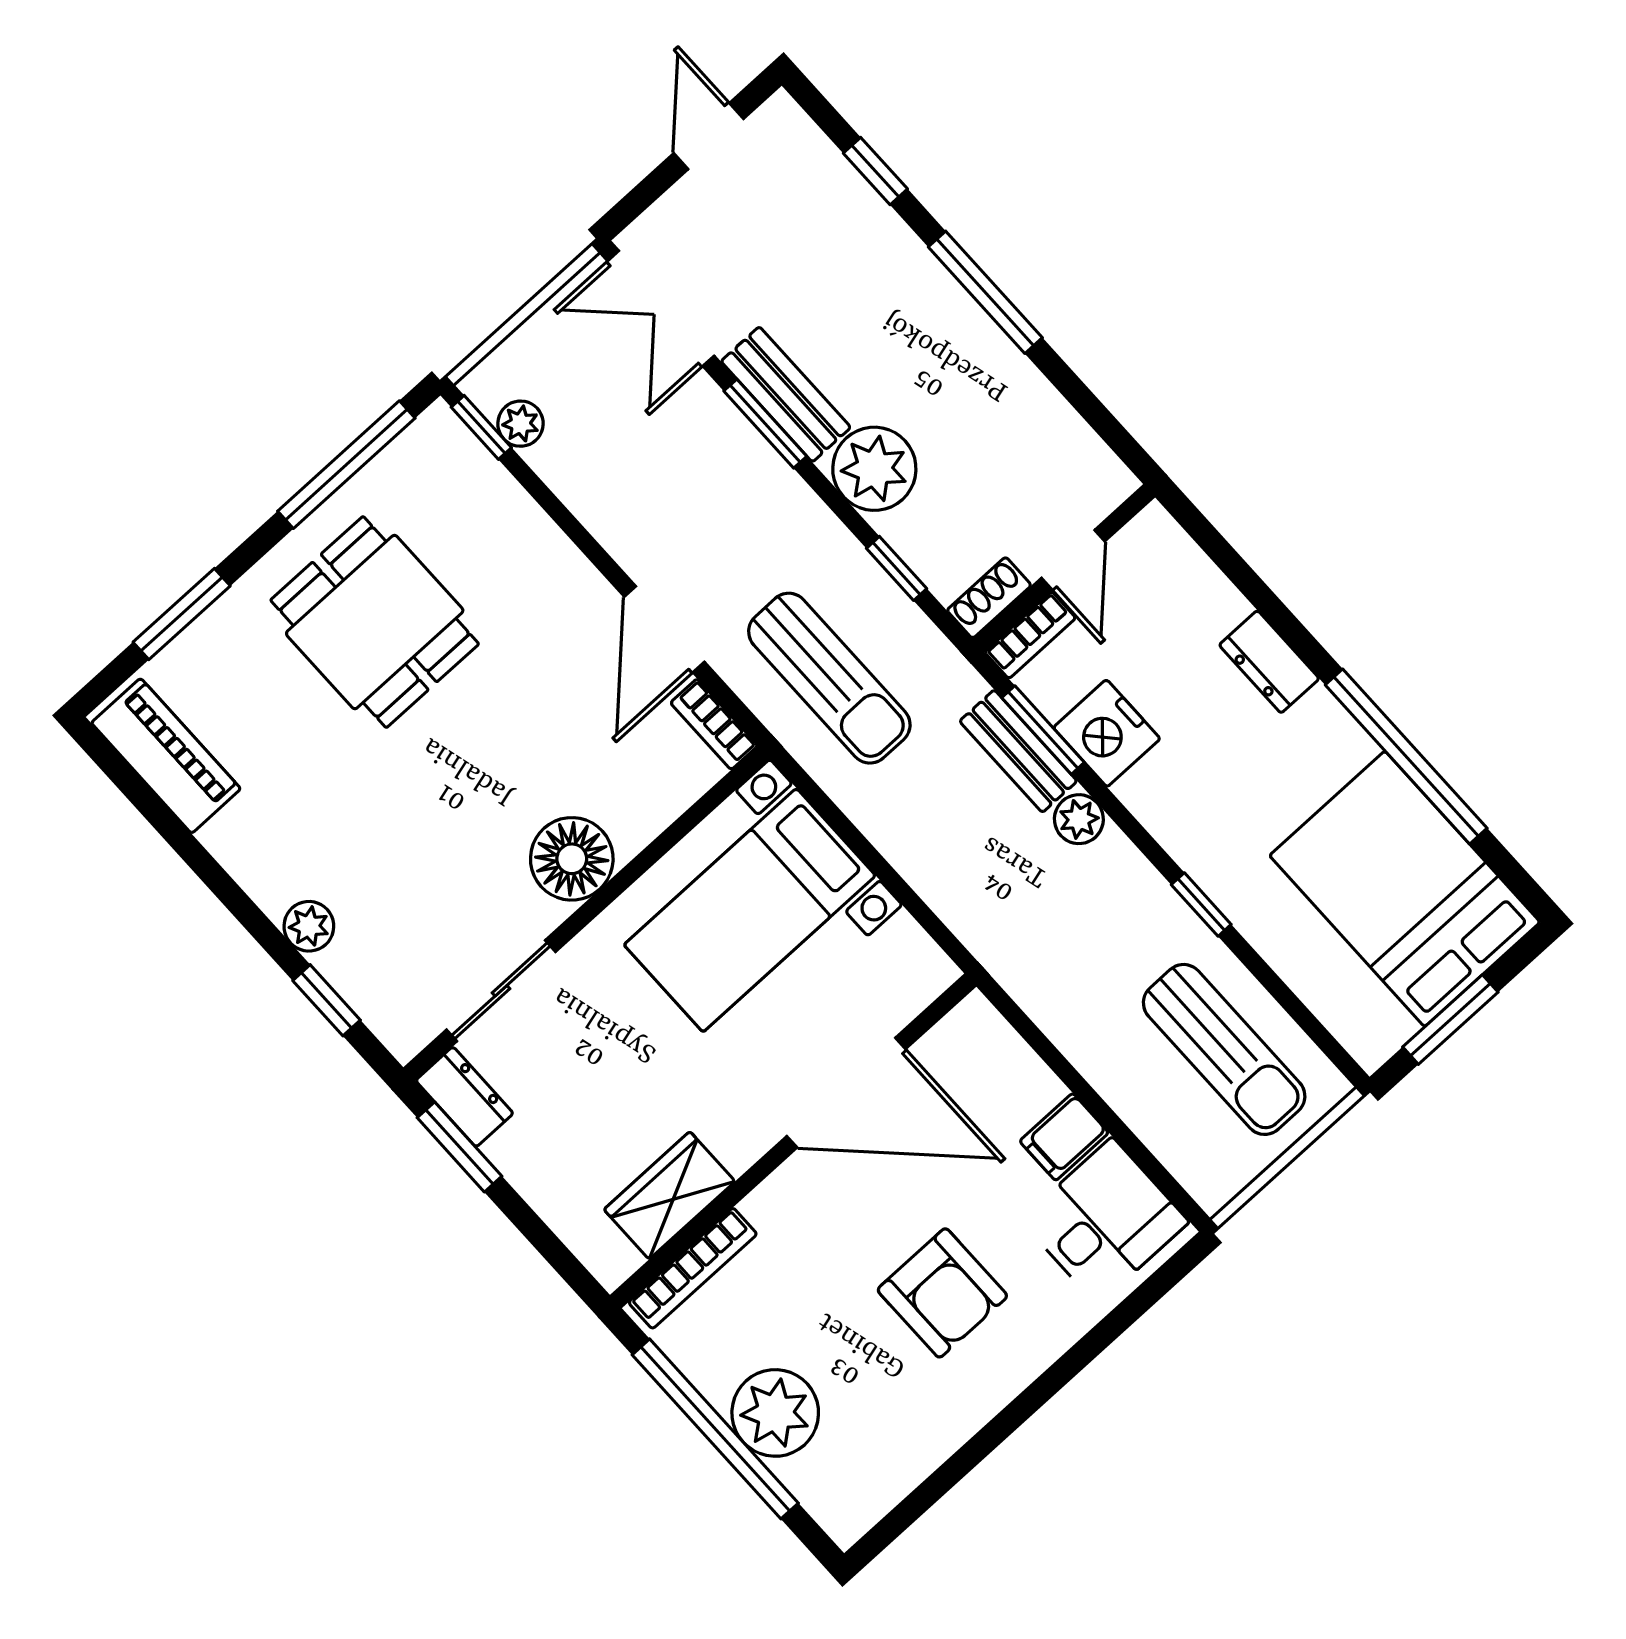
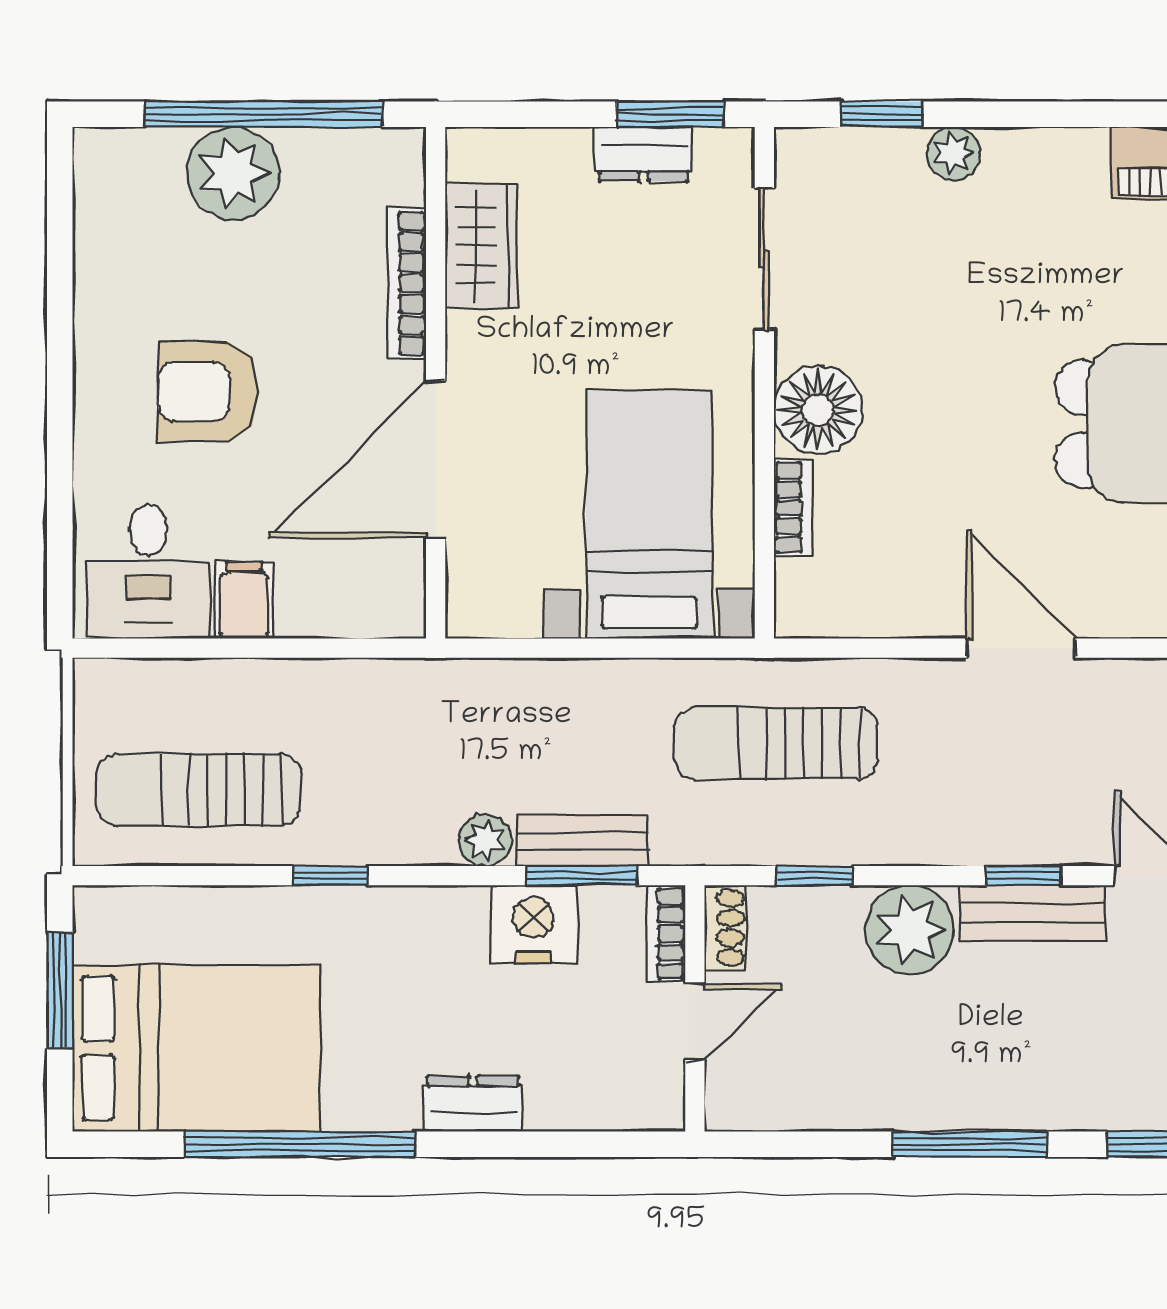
window: (765, 424) -> (1024, 876), width x0.67
door: (1073, 560) -> (695, 1022), swing flipped
door: (664, 629) -> (1021, 648), moved
bookcase: (714, 724) -> (793, 508), moved, turned 90
dresser: (464, 1097) -> (644, 154), moved
bookcase: (693, 1268) -> (407, 283), moved

